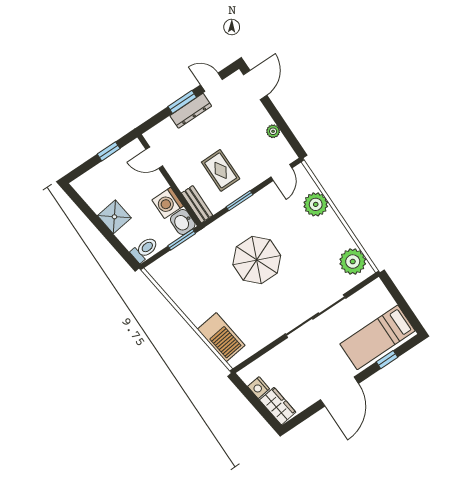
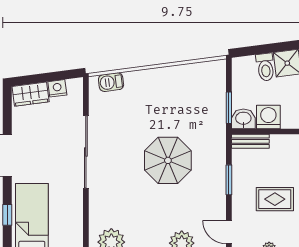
rug: (221, 170) -> (275, 199), moved
toilet: (145, 249) -> (265, 67), moved
sliding door: (316, 316) -> (86, 152), moved
barbecue: (221, 337) -> (111, 82), width x0.53, depth x0.65

